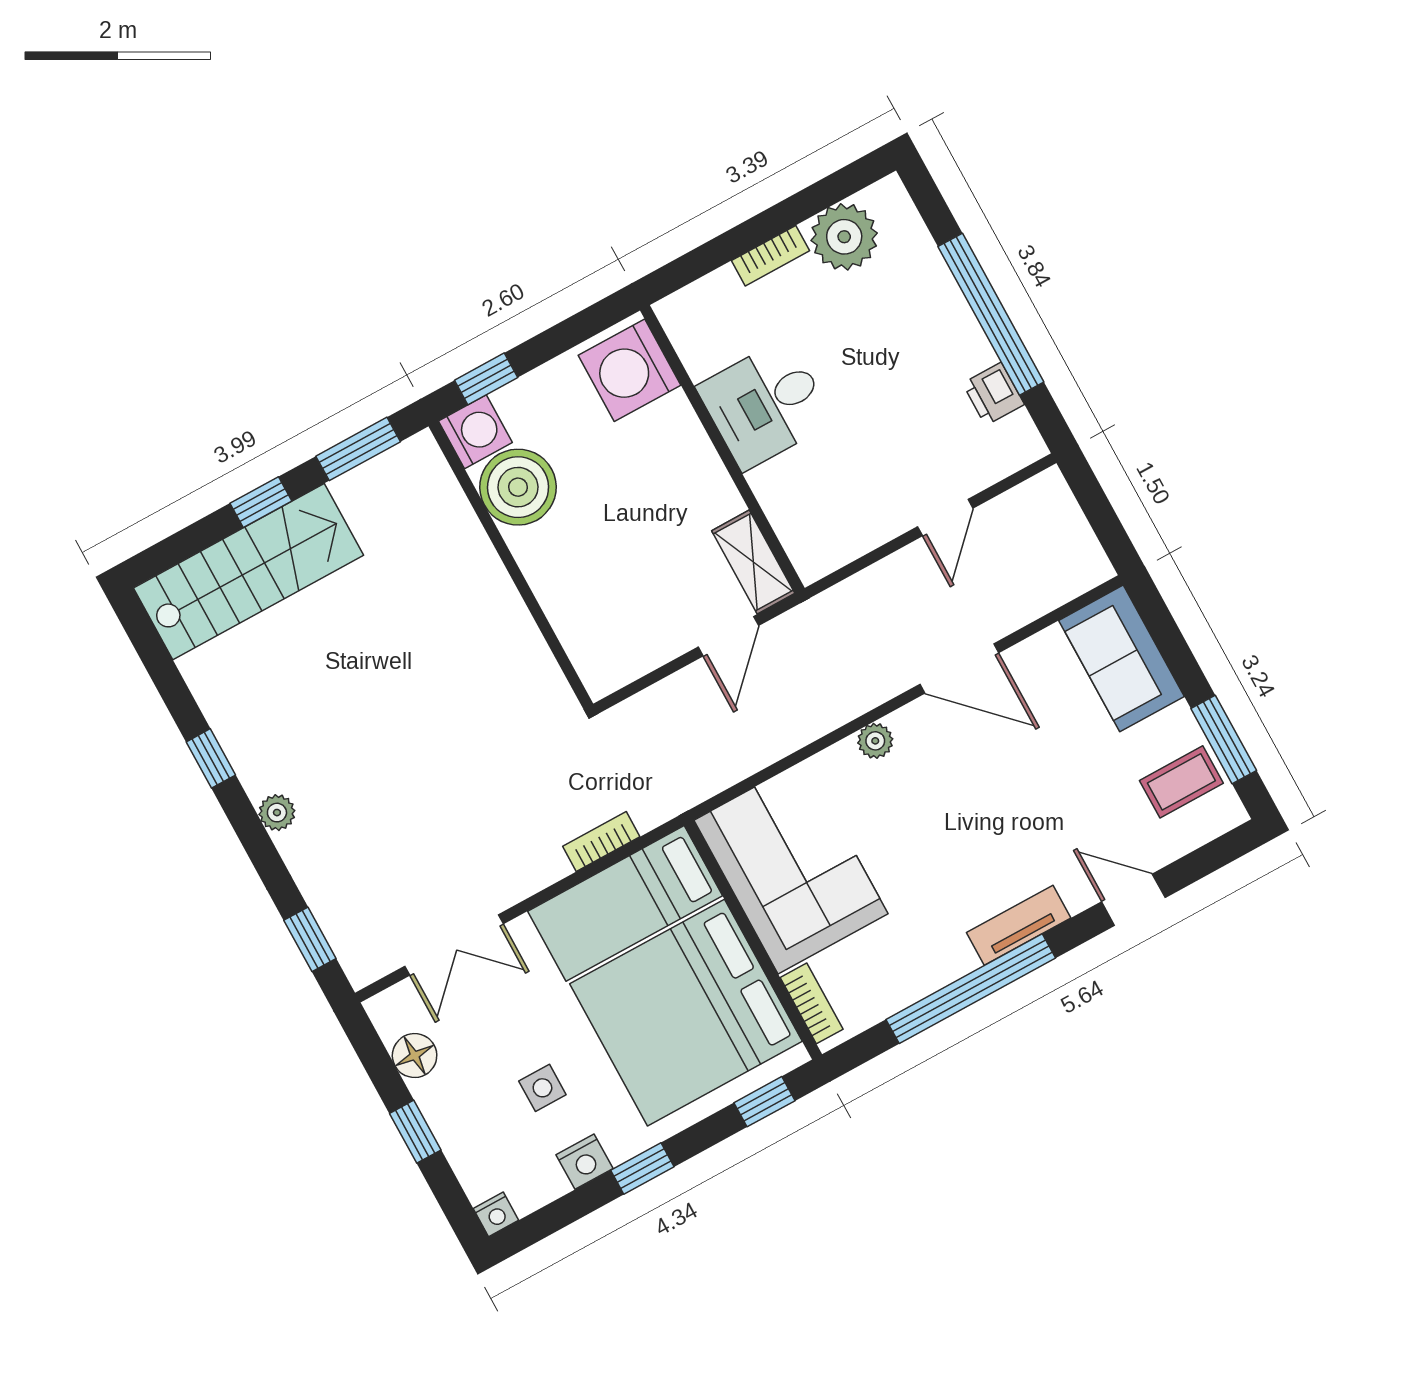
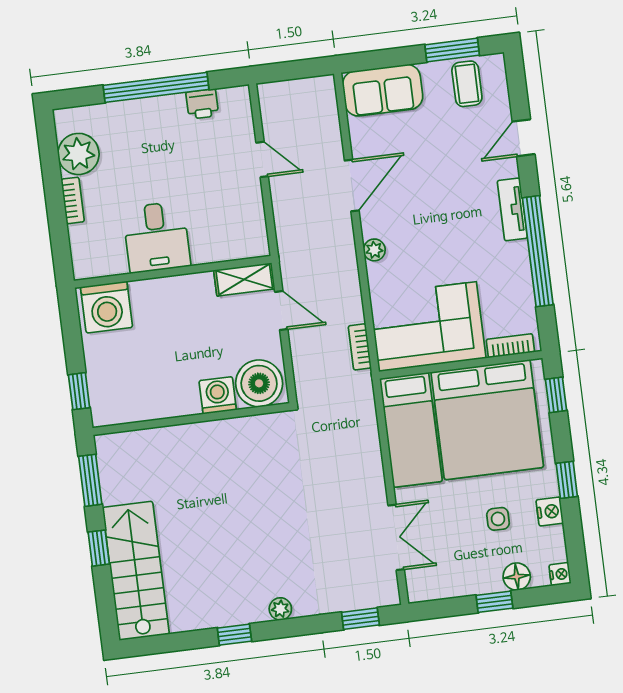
washing machine: (475, 432) -> (218, 395), moved
boiler: (518, 487) -> (259, 383), moved
bookcase: (601, 842) -> (360, 347), moved
floor lamp: (415, 1056) -> (517, 577), moved

